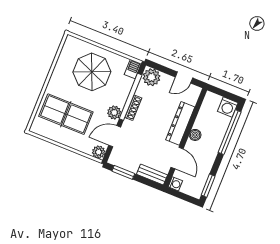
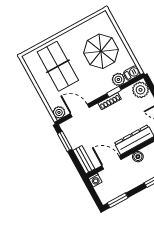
window: (131, 97) -> (114, 92), width x0.32
plant: (114, 113) -> (118, 79), moved
door: (177, 158) -> (111, 163), swing flipped

